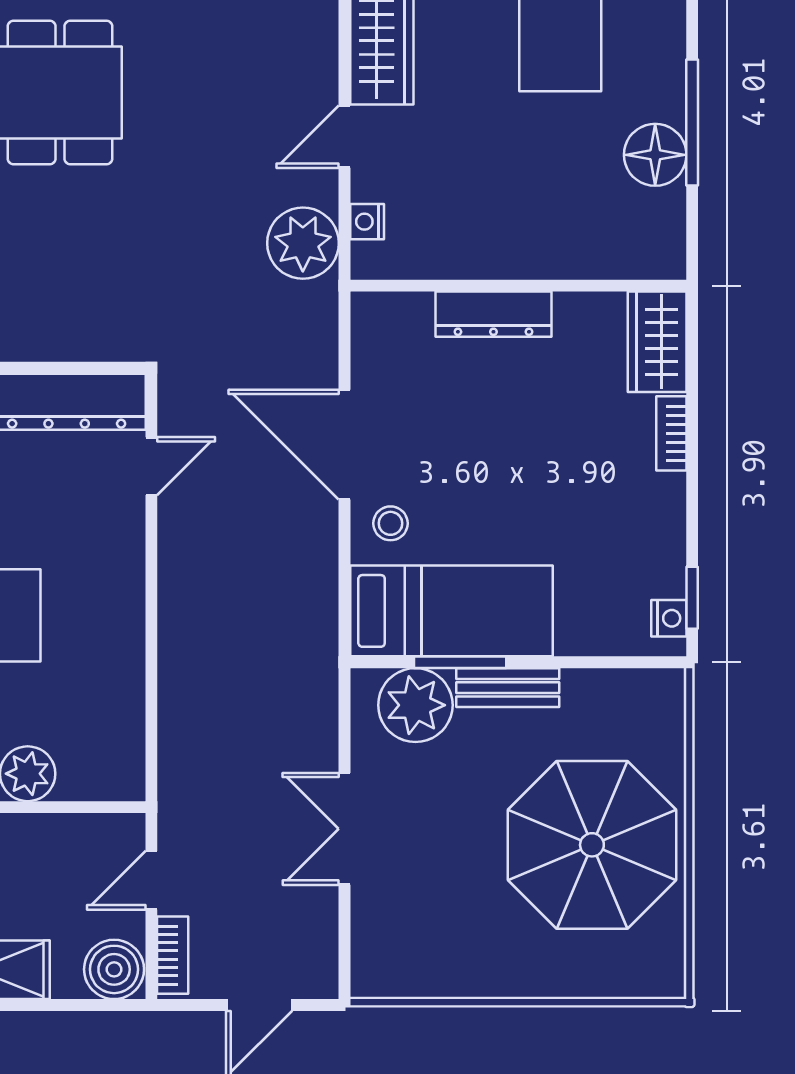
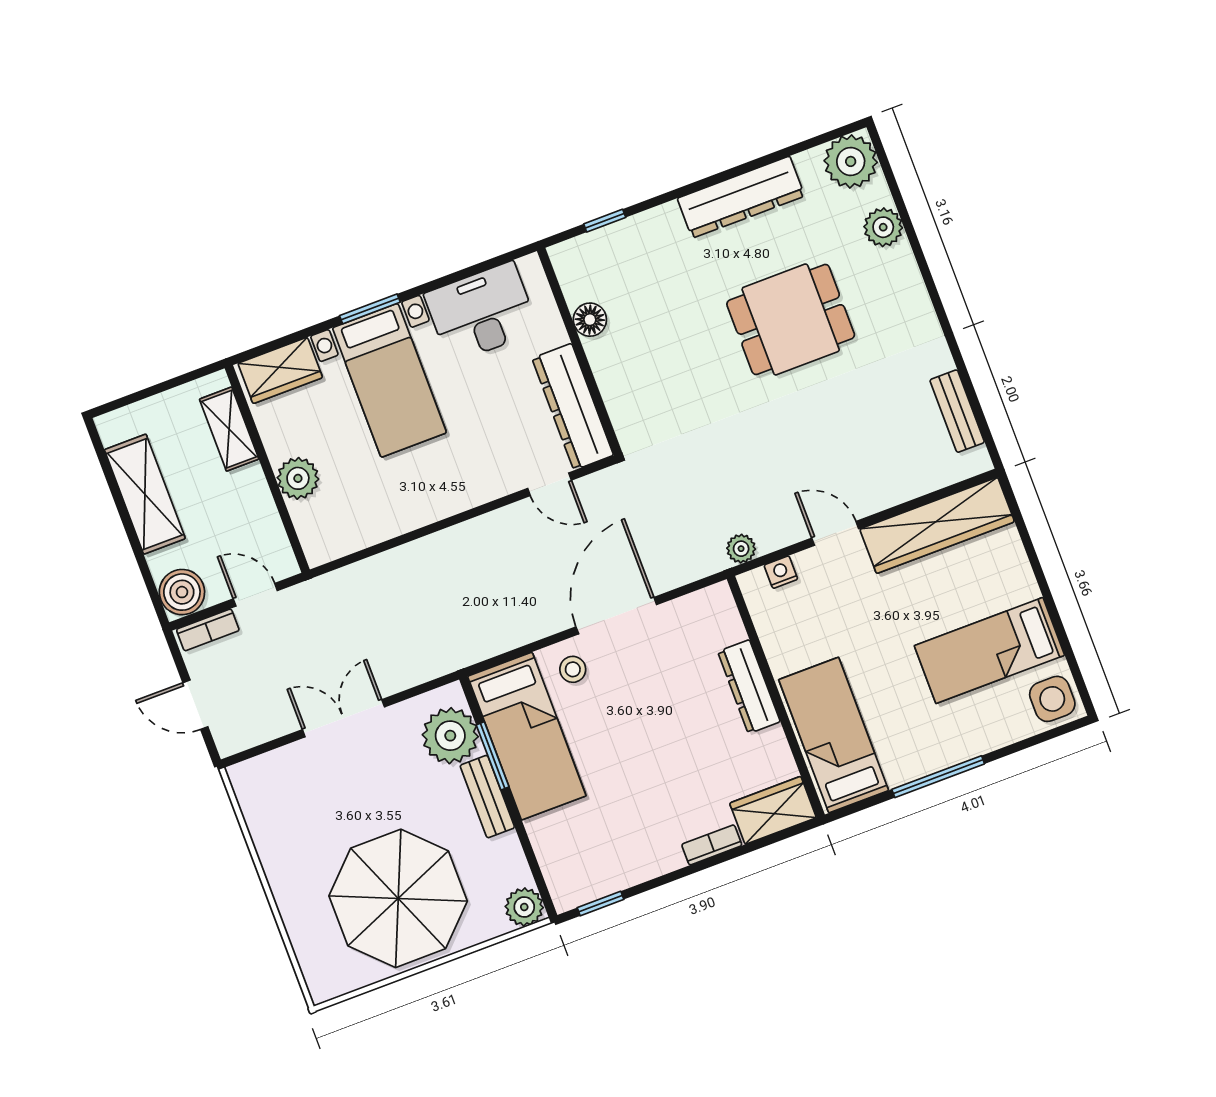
floor lamp: (655, 155) -> (905, 759), removed
bed: (592, 232) -> (834, 735), added
plant: (303, 243) -> (741, 549), width x0.53, depth x0.53
nightstand: (669, 618) -> (580, 893), removed
plant: (661, 693) -> (524, 907), added

